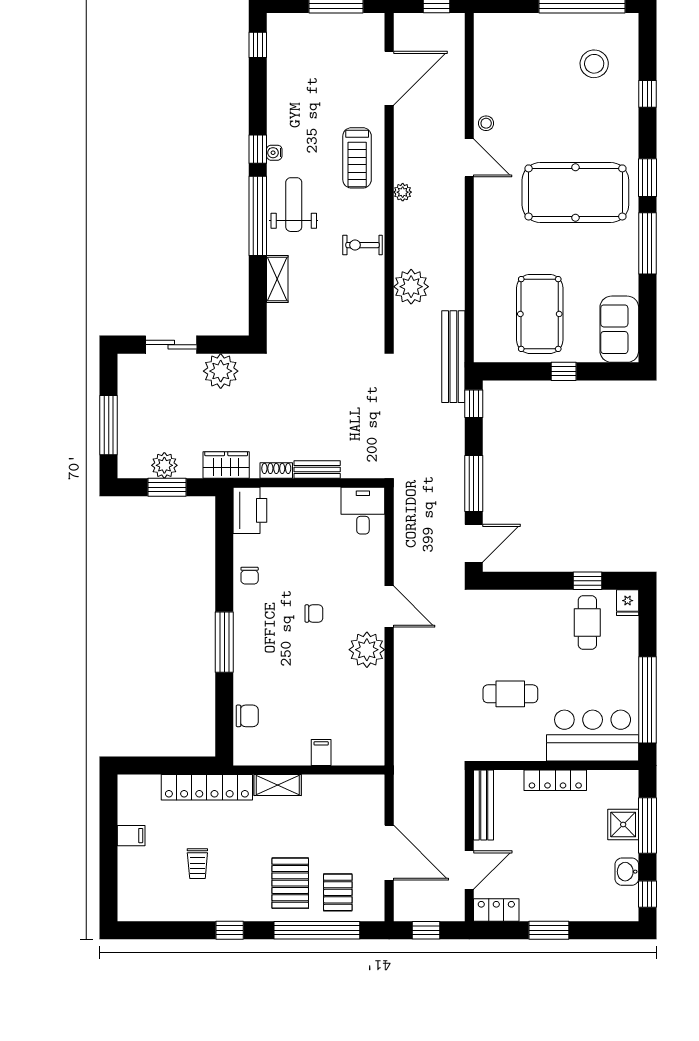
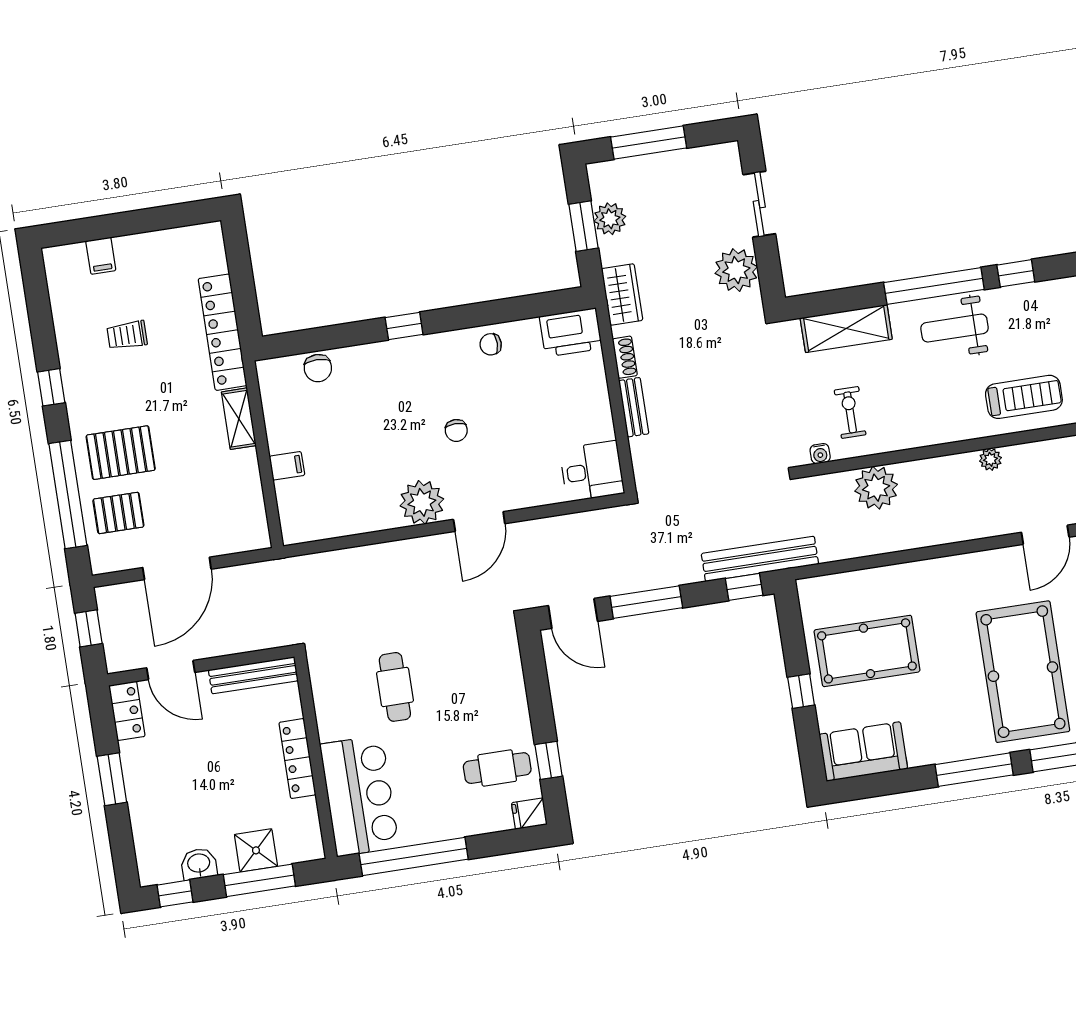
water cooler: (274, 153) -> (820, 454), moved, turned 180
treadmill: (357, 158) -> (1024, 397), turned 180
weight bench: (294, 205) -> (955, 328), turned 180
exercise bike: (363, 245) -> (850, 412), moved
shelving: (277, 279) -> (846, 329), width x1.50, depth x1.33
bench: (453, 357) -> (760, 559), moved
window: (224, 642) -> (404, 326), width x0.46
filing cabinet: (131, 836) -> (101, 256), moved

